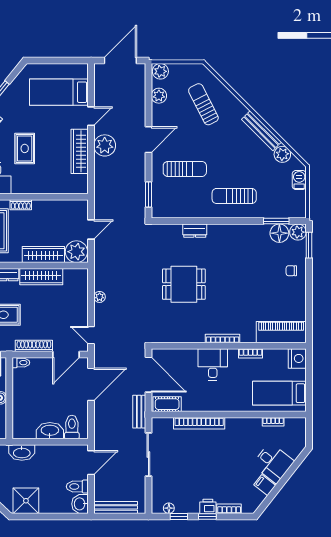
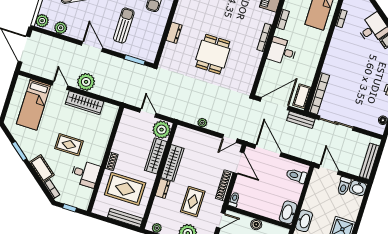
bookcase: (199, 423) -> (319, 94), moved
washbasin: (50, 431) -> (288, 212), moved

